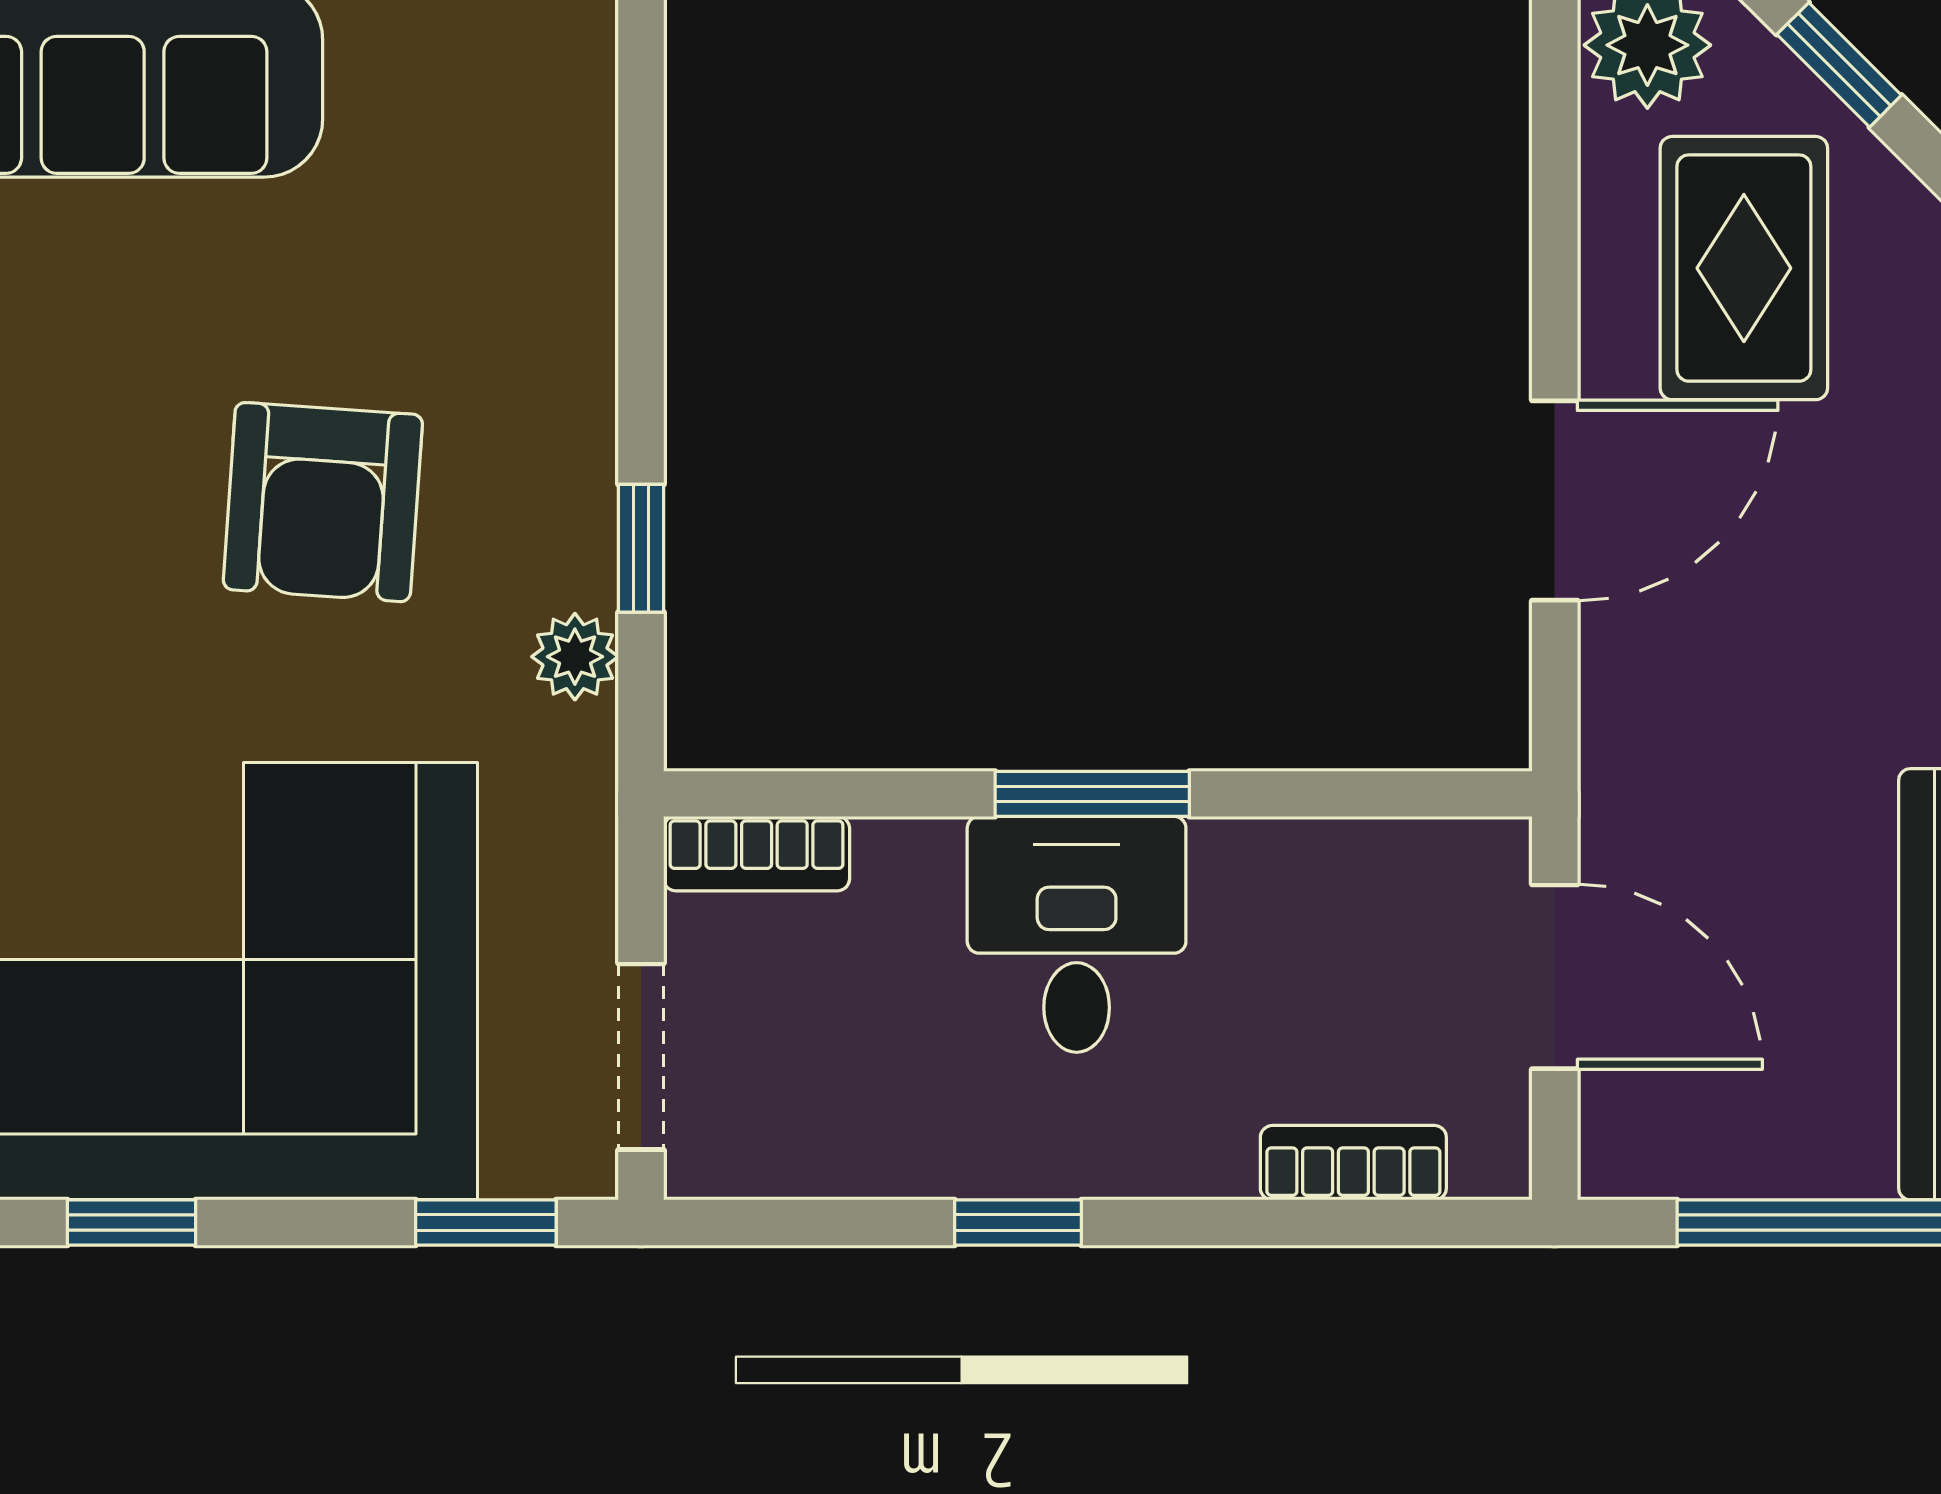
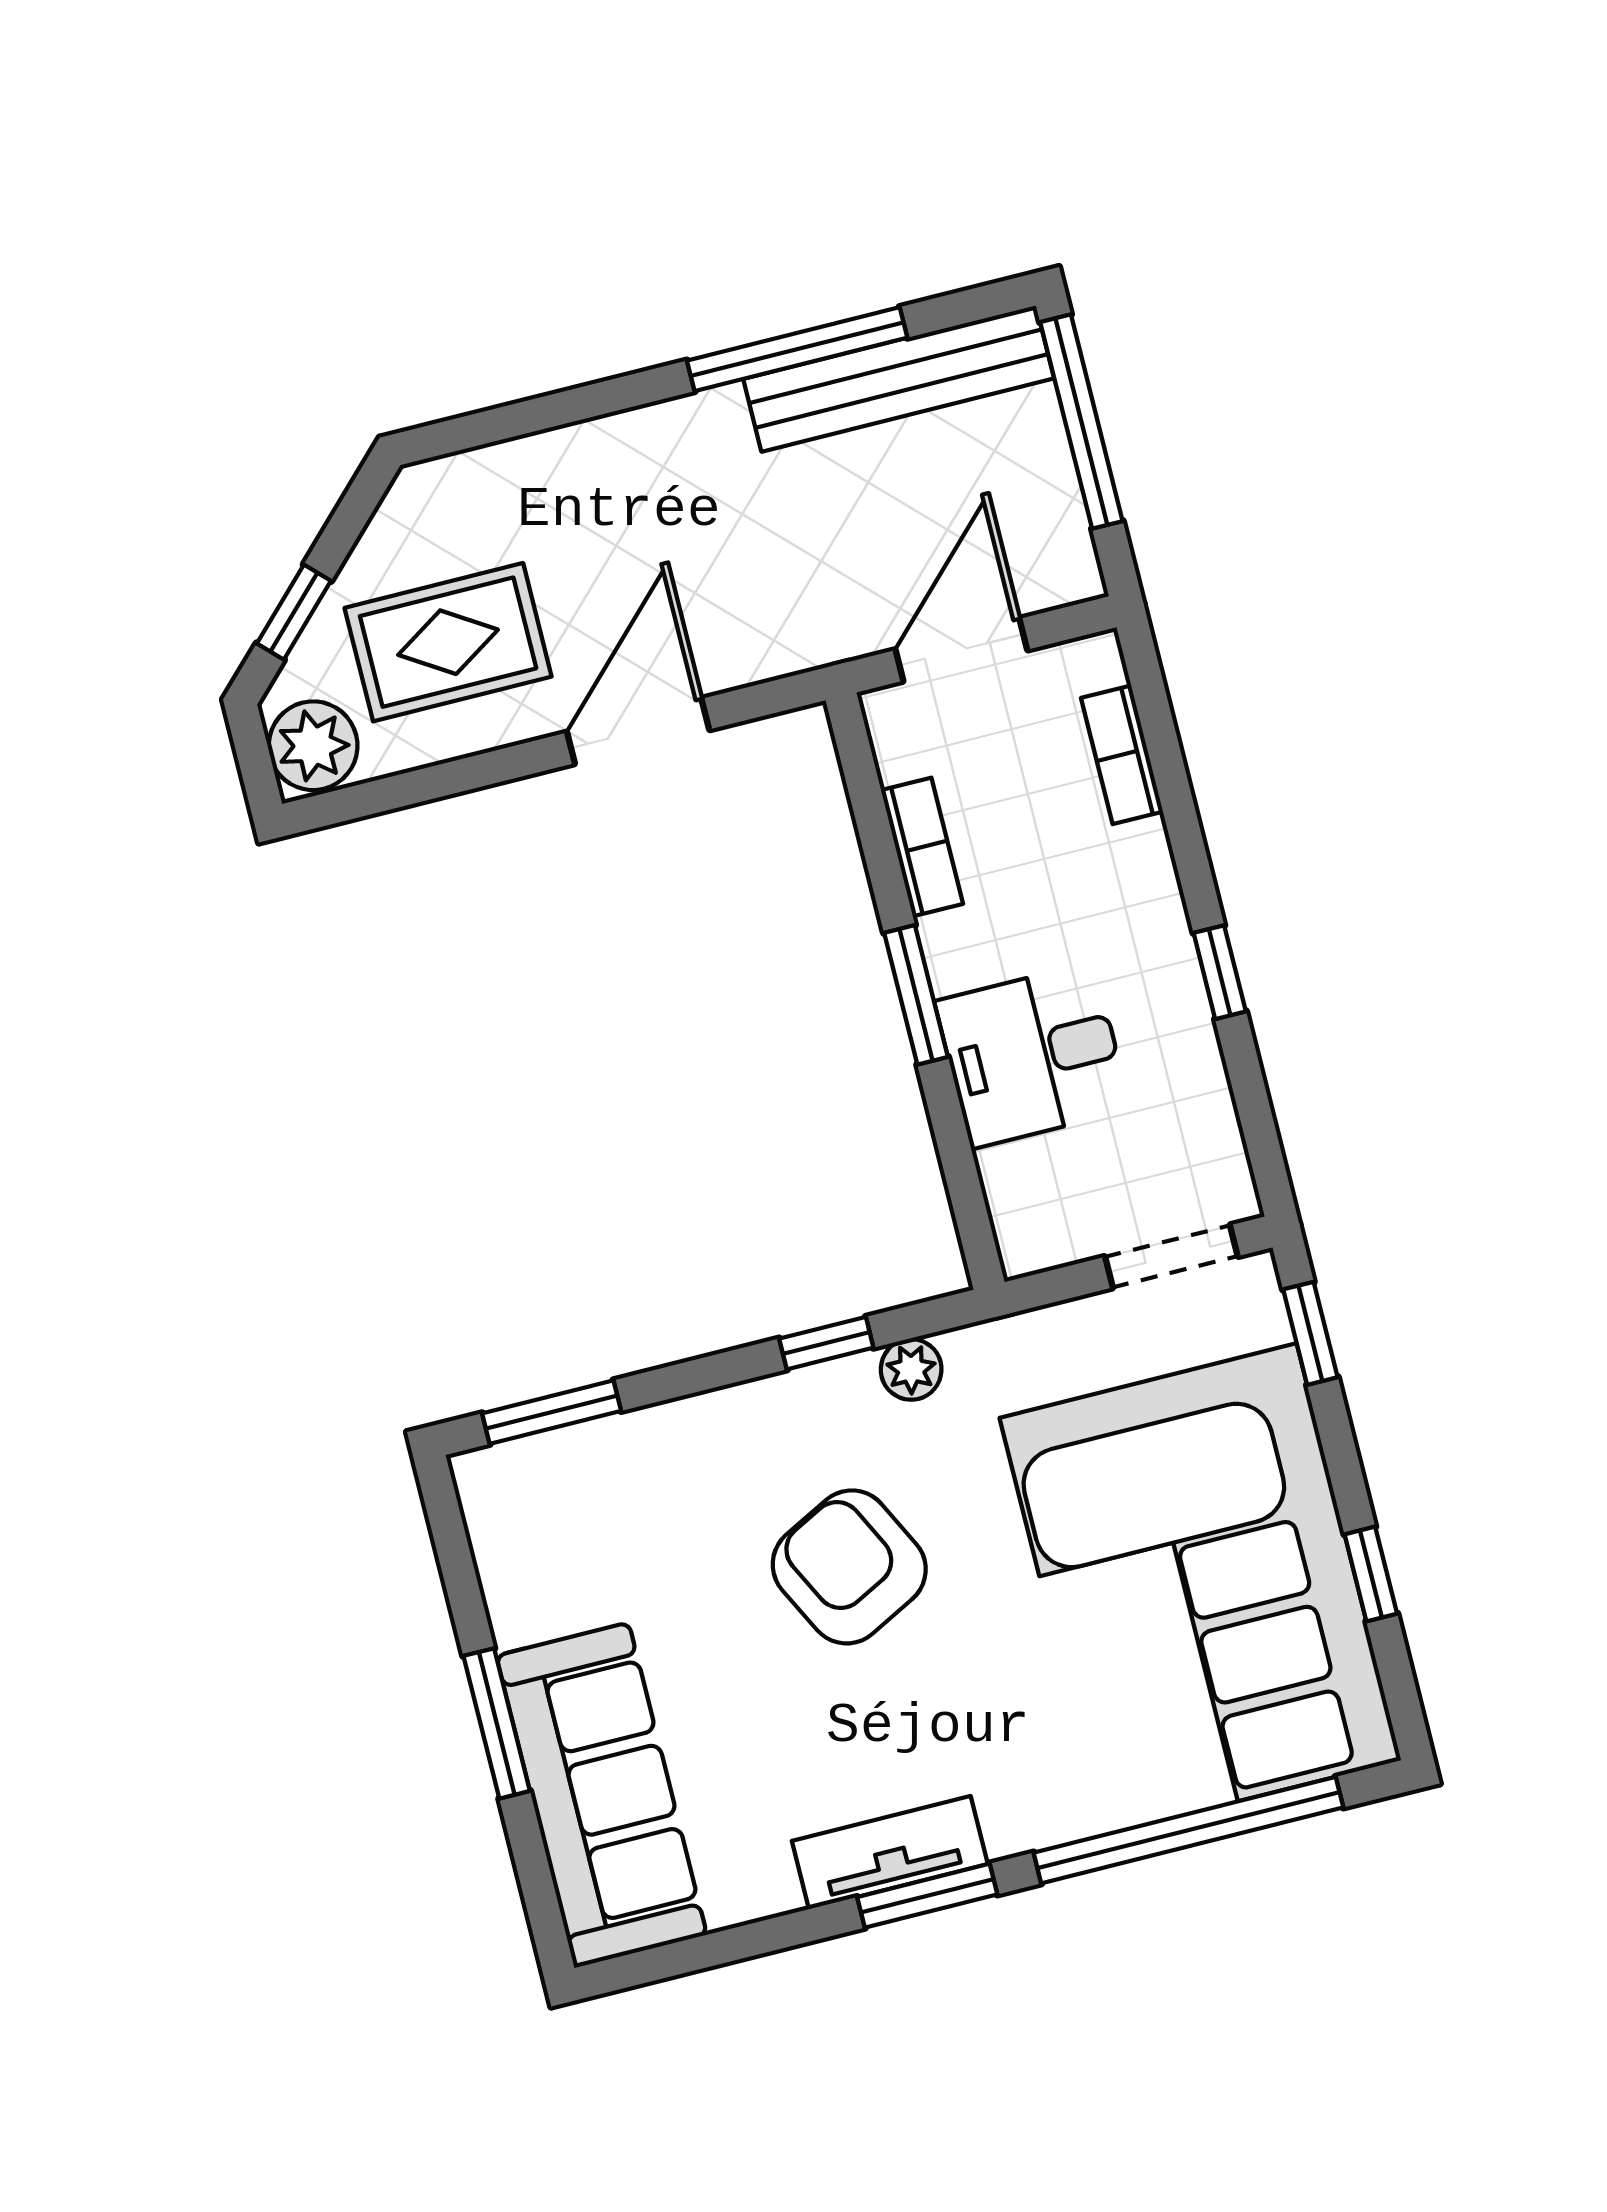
window: (641, 143) -> (552, 1412), added
door: (1555, 501) -> (638, 731), hinge flipped
armchair: (323, 502) -> (849, 1567), turned -121
bookcase: (757, 854) -> (922, 847), moved
desk: (1077, 934) -> (1033, 1055), moved

